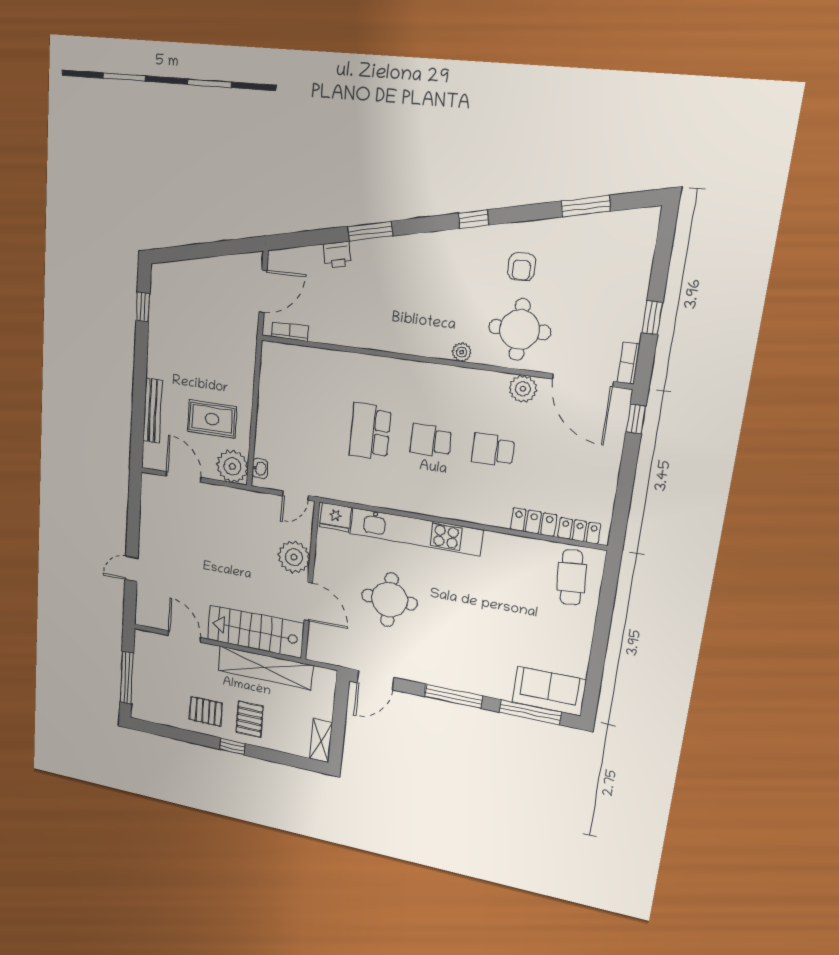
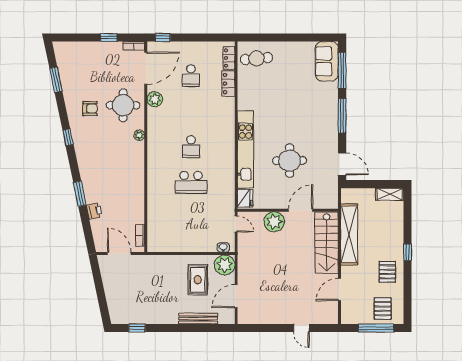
school desk: (493, 450) -> (191, 76), moved
pallet: (250, 719) -> (383, 309), moved, turned 90

